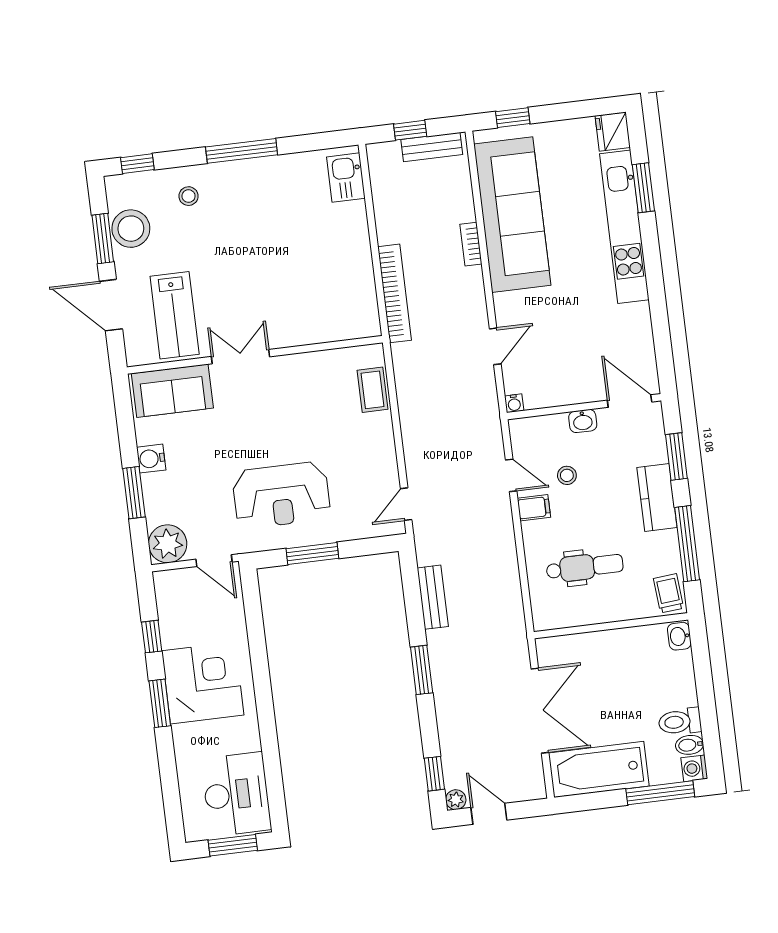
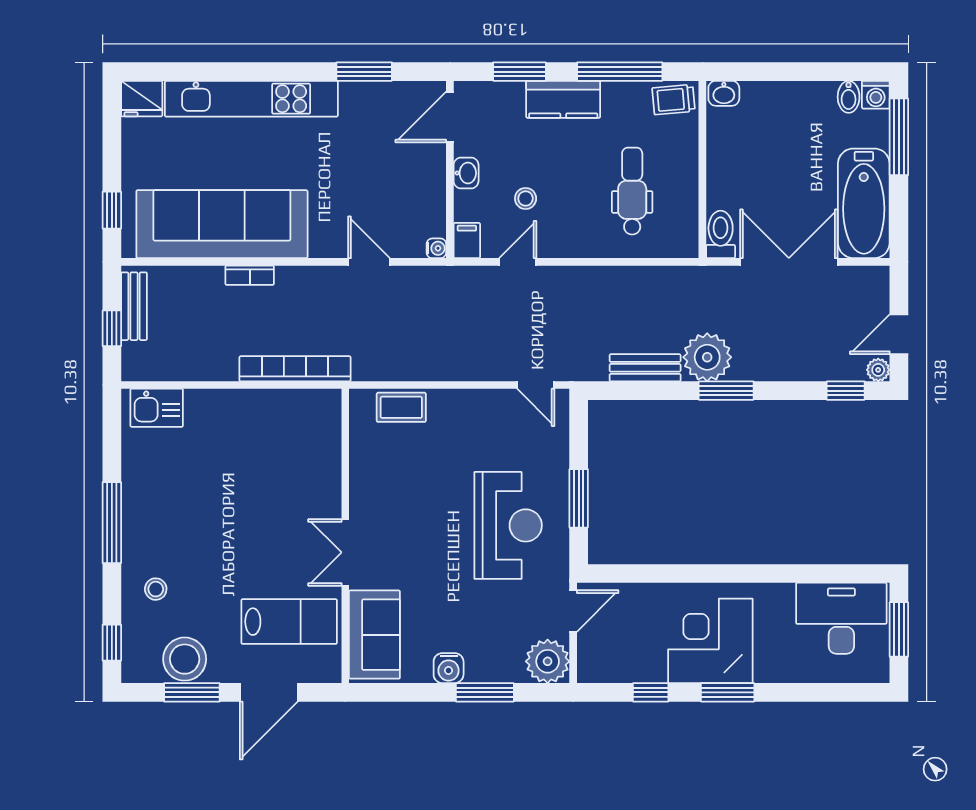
window: (643, 188) -> (364, 72), moved
filing cabinet: (534, 508) -> (467, 241), moved
plant: (448, 650) -> (707, 357), added
toilet: (680, 722) -> (721, 234), moved, turned 180

